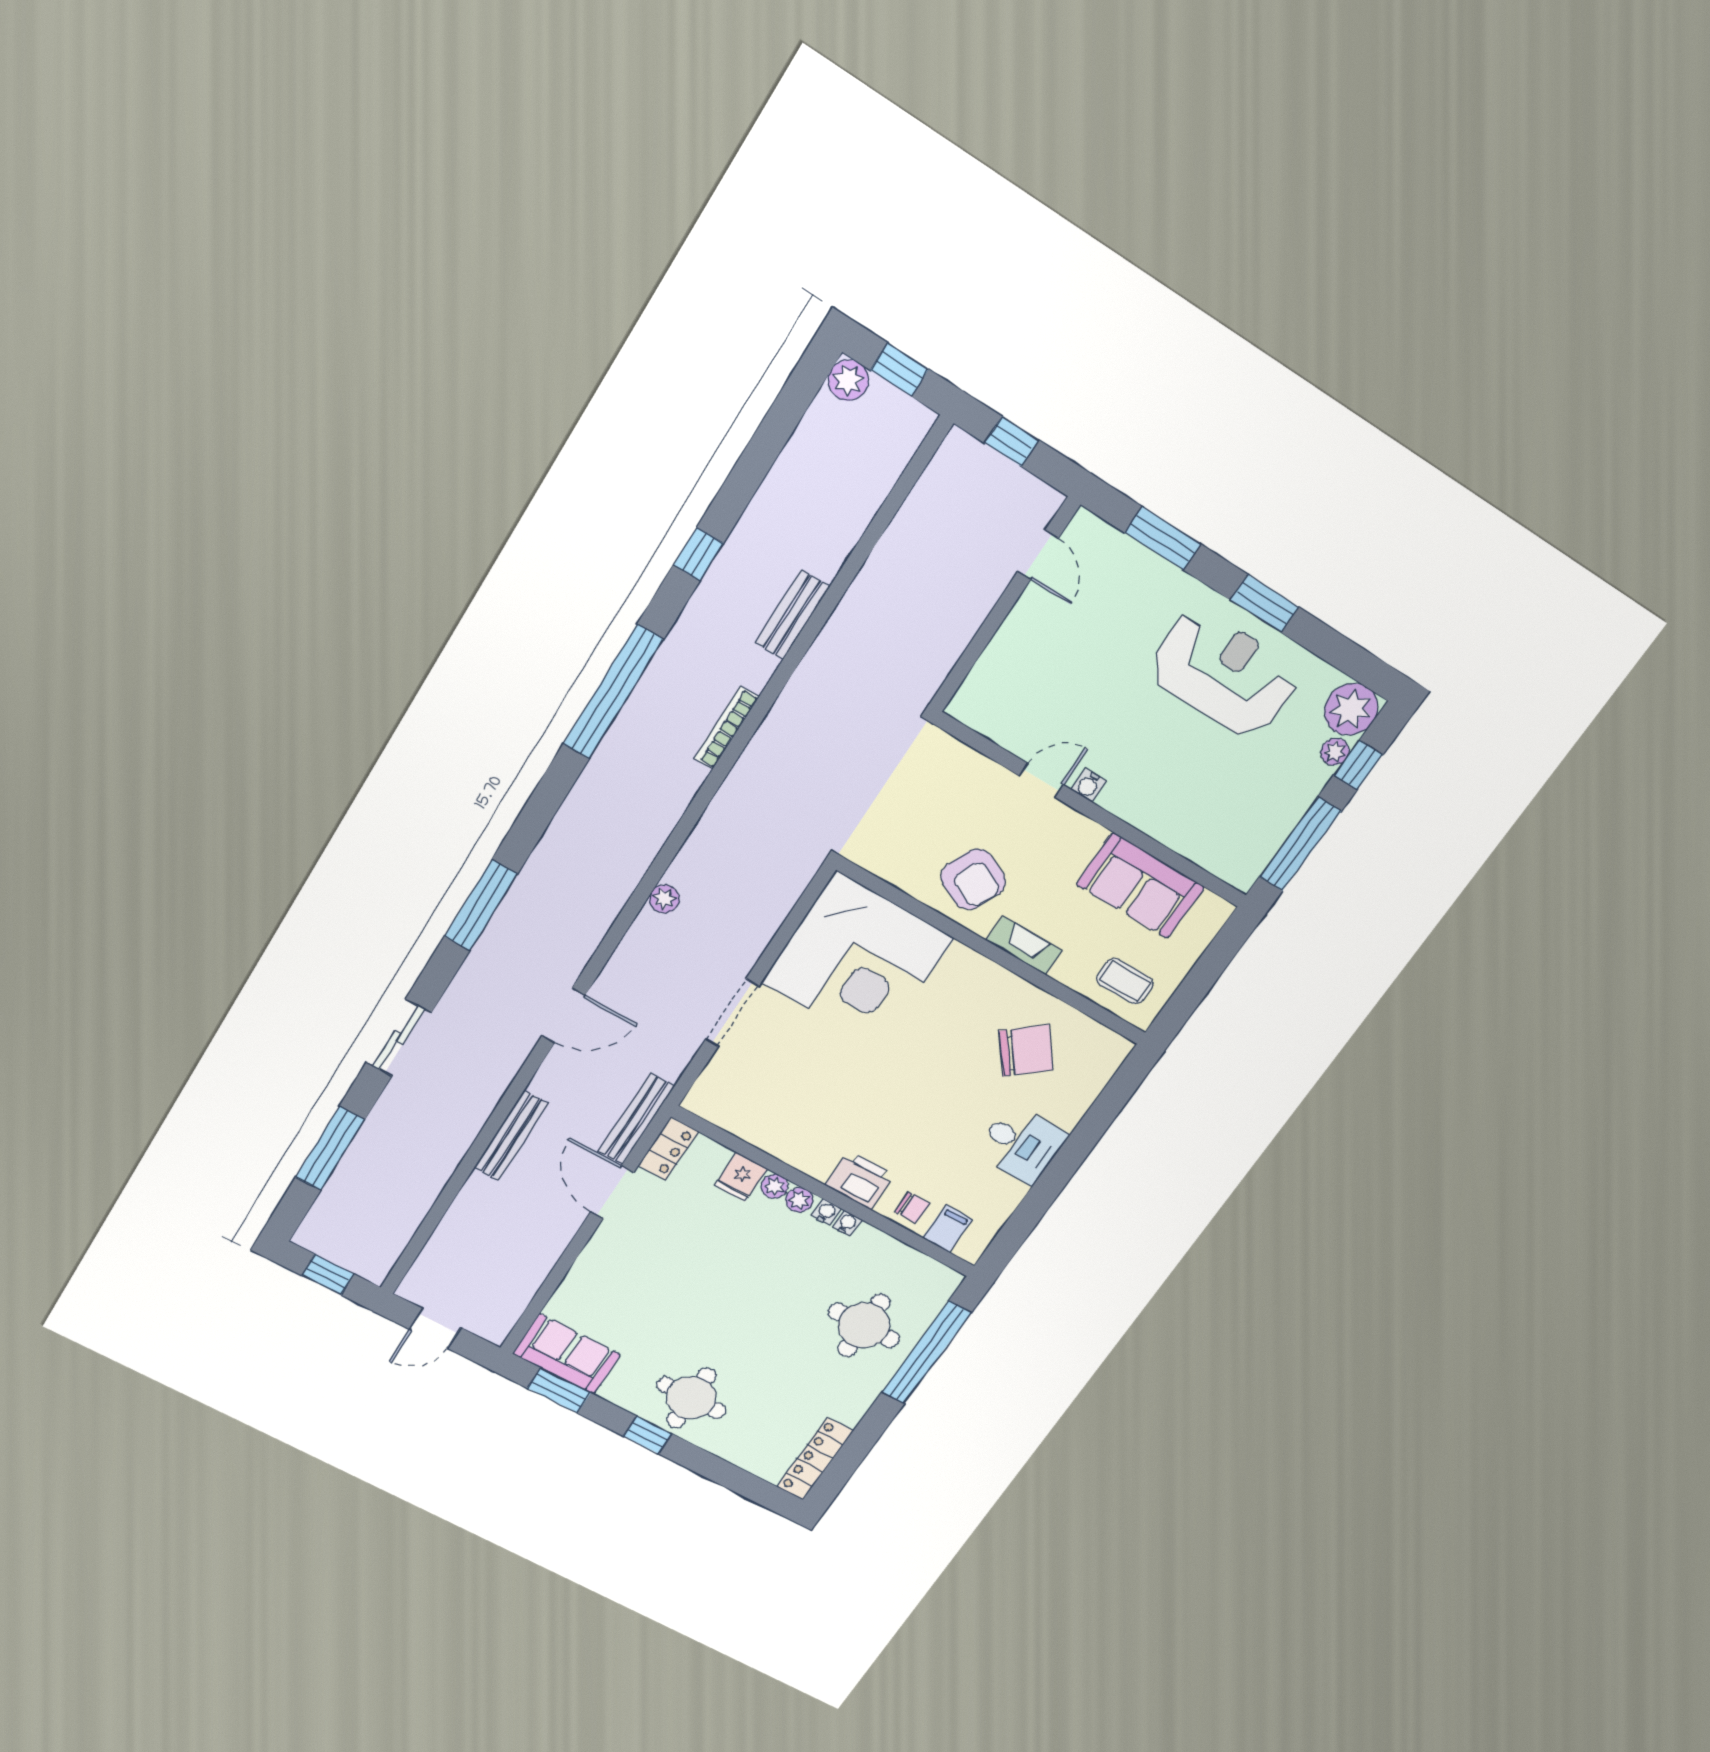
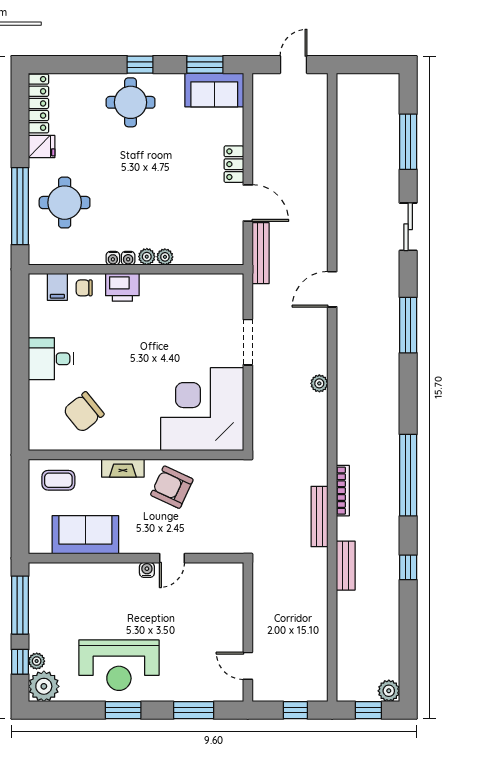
bench: (511, 1136) -> (319, 516), moved
locker: (668, 1149) -> (234, 164), moved
fridge: (741, 1177) -> (42, 147), moved, turned 90
window: (328, 1275) -> (368, 65), removed

